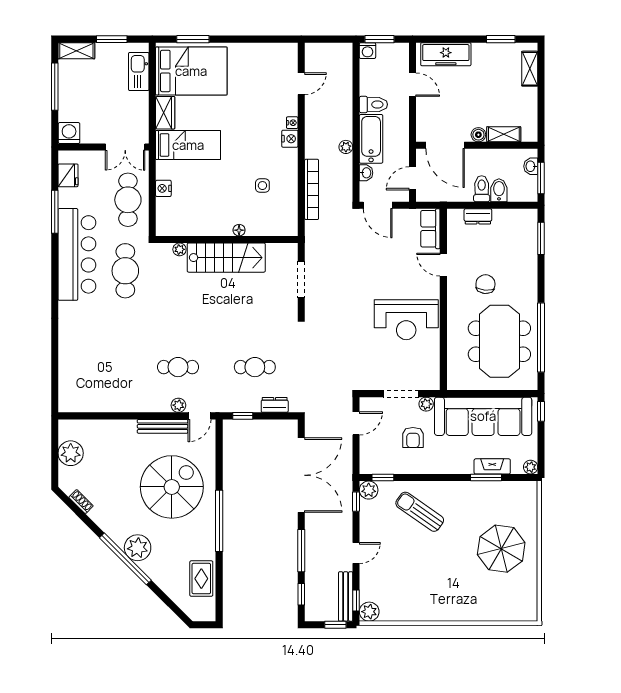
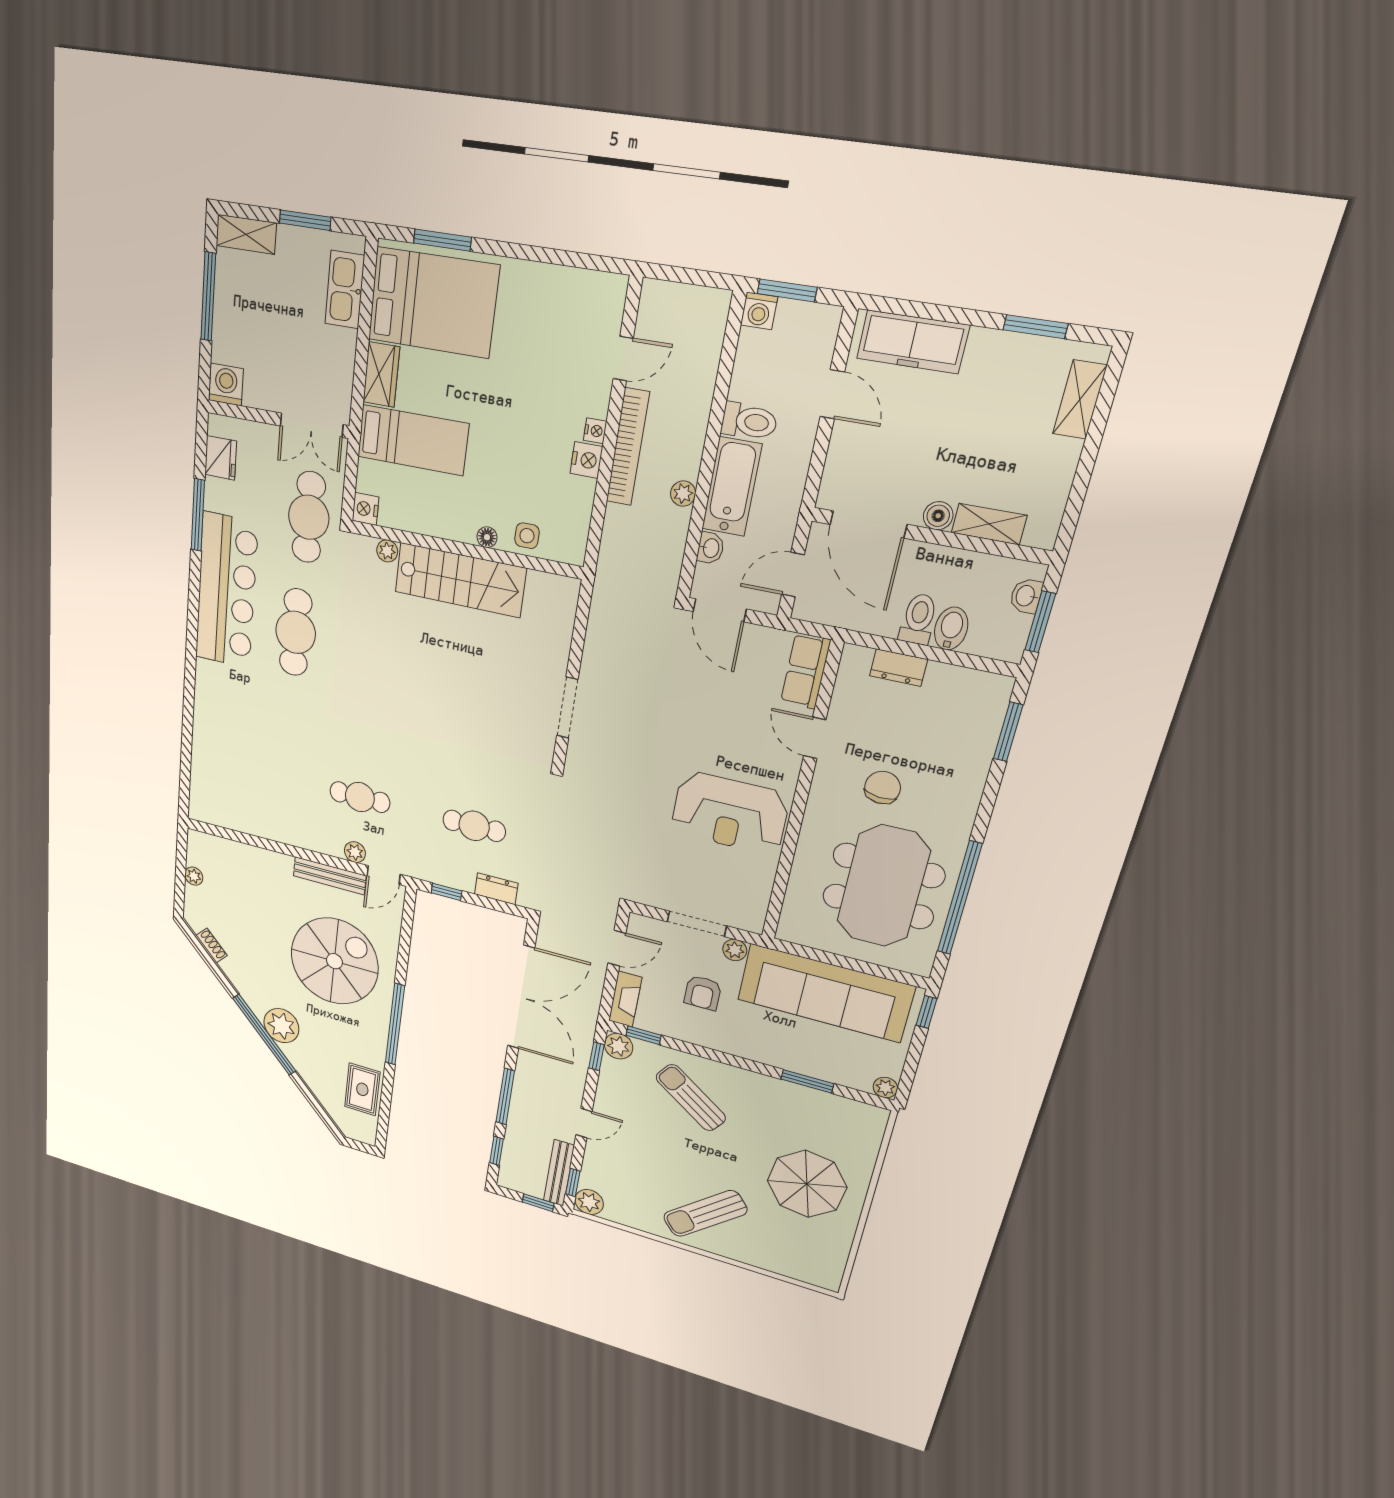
bookcase: (312, 189) -> (628, 447), moved
floor lamp: (239, 230) -> (487, 537), moved
wall: (227, 239) -> (465, 549), moved
plant: (179, 249) -> (387, 551), moved
stairs: (226, 258) -> (460, 580), moved
plant: (71, 453) -> (194, 876), width x0.53, depth x0.53
fireplace: (492, 466) -> (625, 999), moved, turned 90
sun lounger: (445, 593) -> (705, 1213), added

